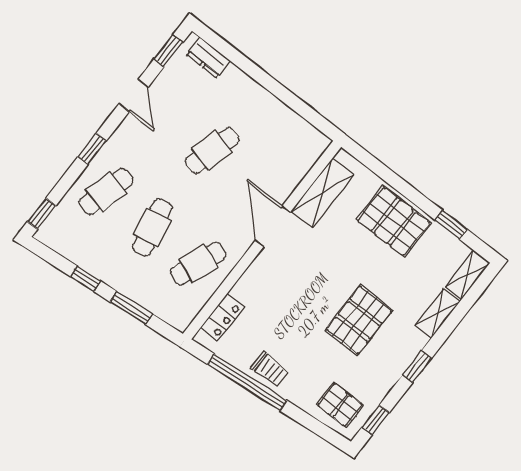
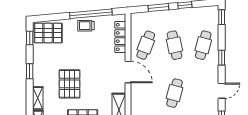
door: (134, 95) -> (222, 91), swing flipped
door: (273, 226) -> (128, 72), moved
locker: (222, 317) -> (120, 37), width x1.53
pallet: (359, 320) -> (70, 84), moved
pallet: (340, 405) -> (48, 33), width x1.50, depth x1.42

